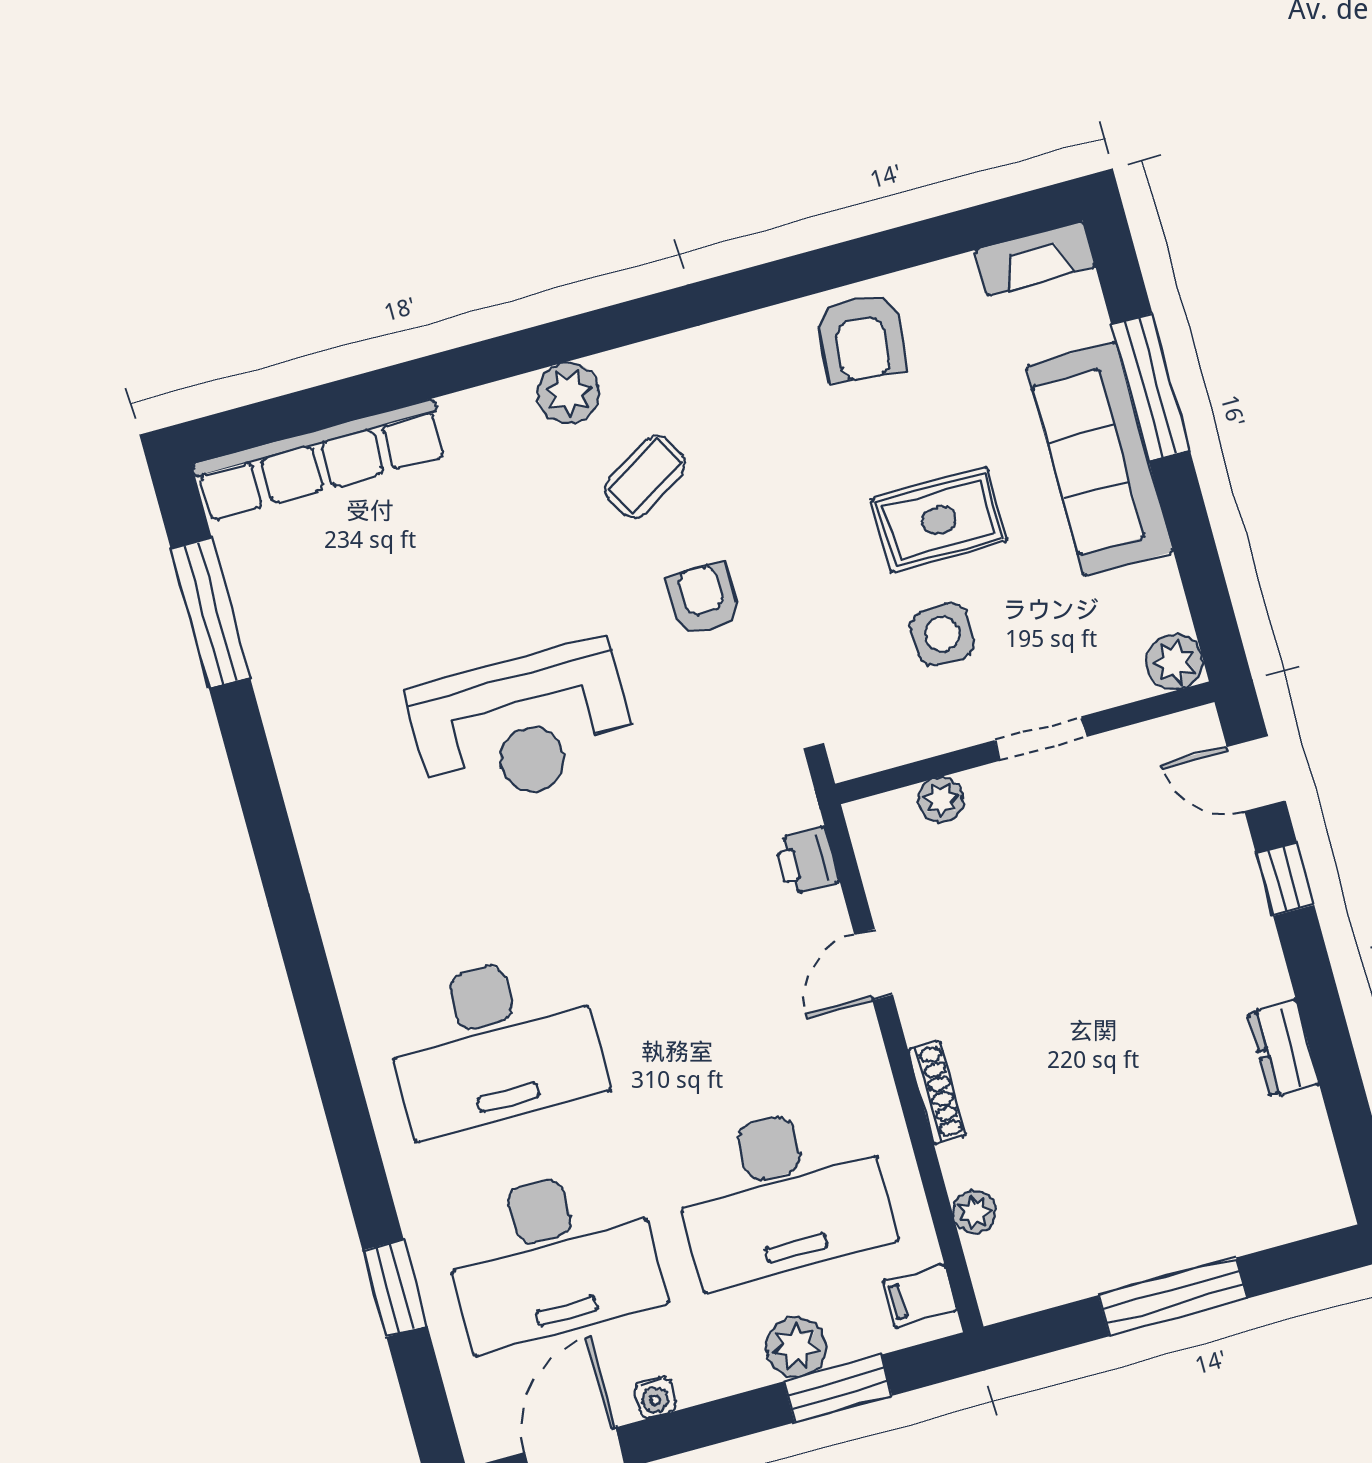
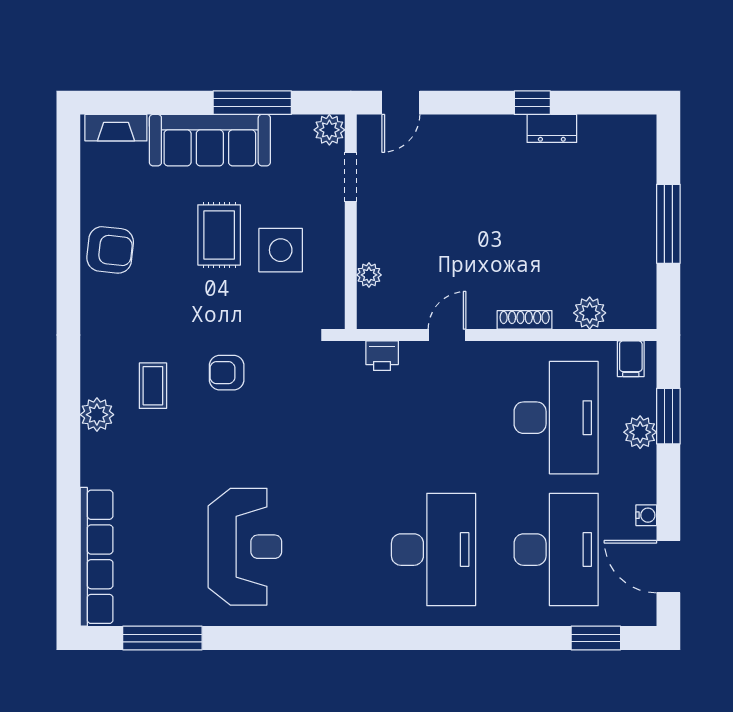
fireplace: (1035, 258) -> (116, 128), moved, turned 90
window: (1150, 387) -> (252, 103), moved
coffee table: (645, 477) -> (153, 386), turned 32
side table: (942, 634) -> (281, 250), width x1.37, depth x1.37
reception desk: (523, 726) -> (245, 547), moved
doorway: (1041, 739) -> (351, 177), moved
window: (1285, 879) -> (532, 103), moved
door: (874, 965) -> (447, 335), swing flipped
plant: (974, 1212) -> (590, 313), width x1.38, depth x1.38
window: (395, 1288) -> (596, 638), moved

